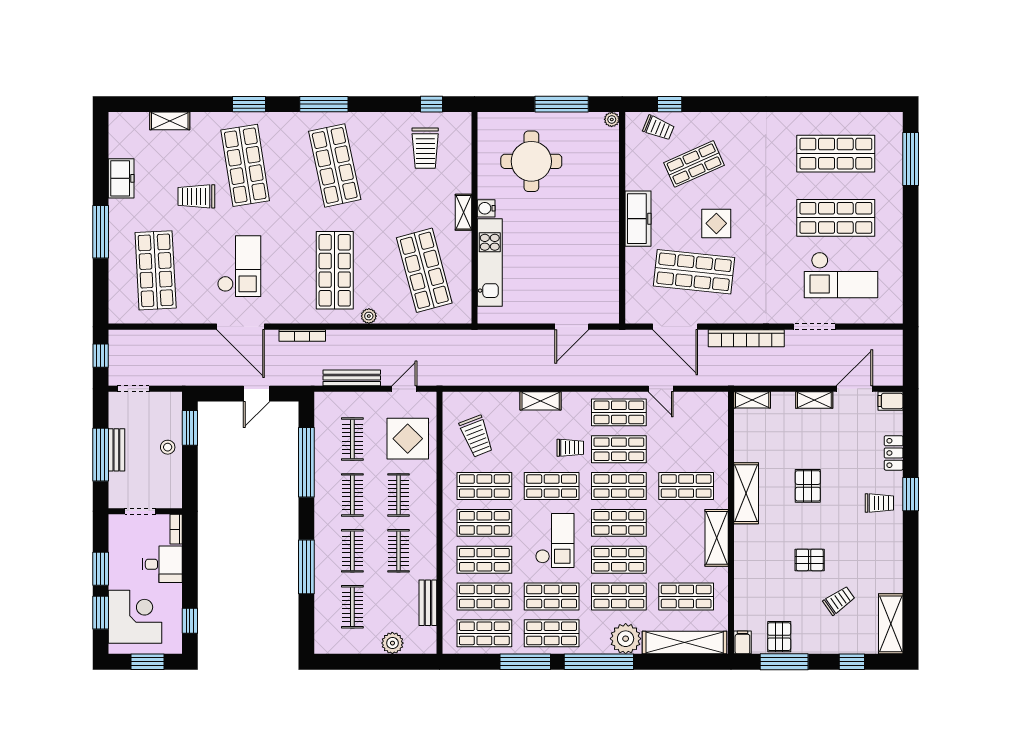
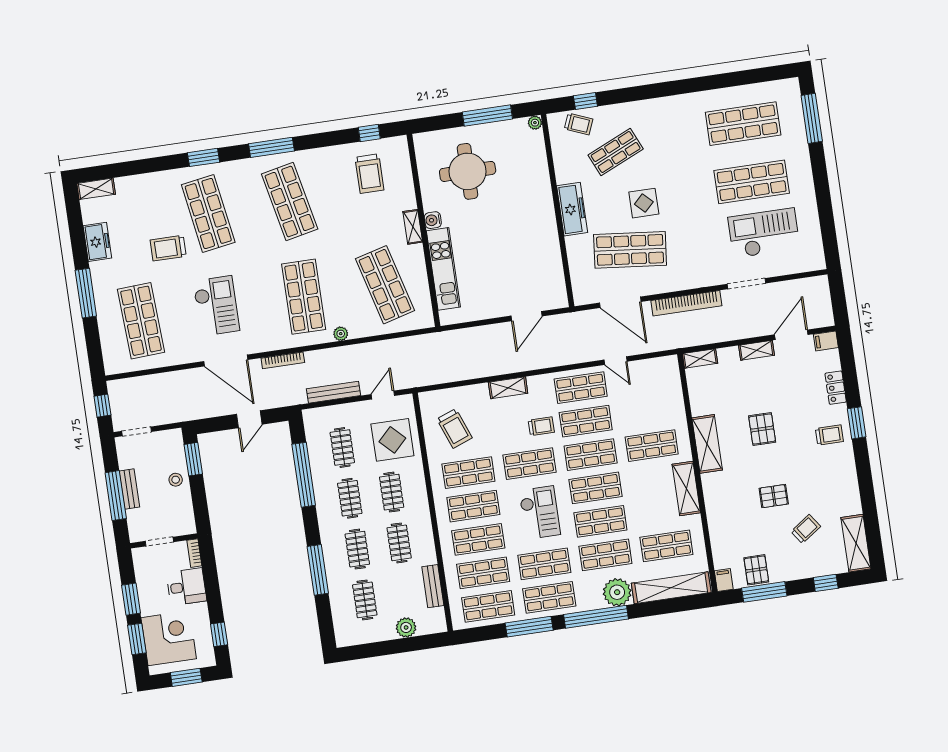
shelving: (170, 121) -> (96, 189), moved
checkout: (841, 275) -> (764, 233), turned 180

